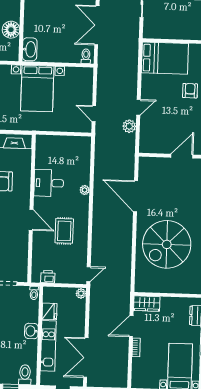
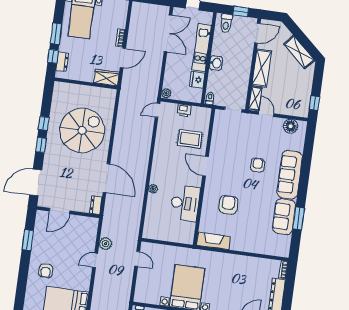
dresser: (144, 166) -> (96, 205), added
desk: (49, 183) -> (185, 203), width x1.37
rug: (64, 231) -> (190, 139), moved, turned 90
printer: (48, 277) -> (184, 110), moved

